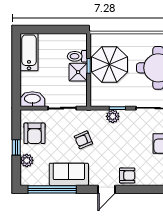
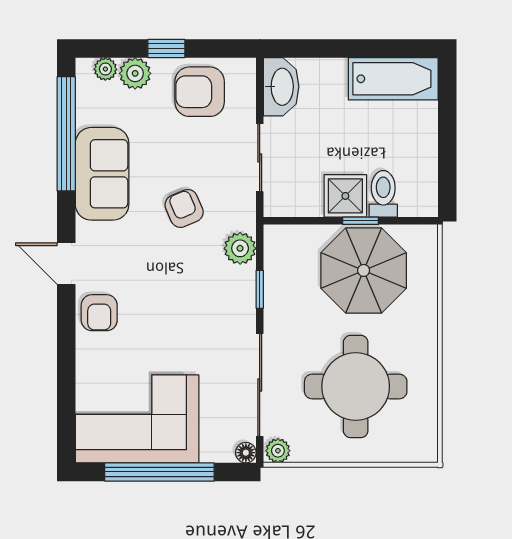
plant: (113, 116) -> (240, 248), moved
plant: (25, 173) -> (105, 69), added

